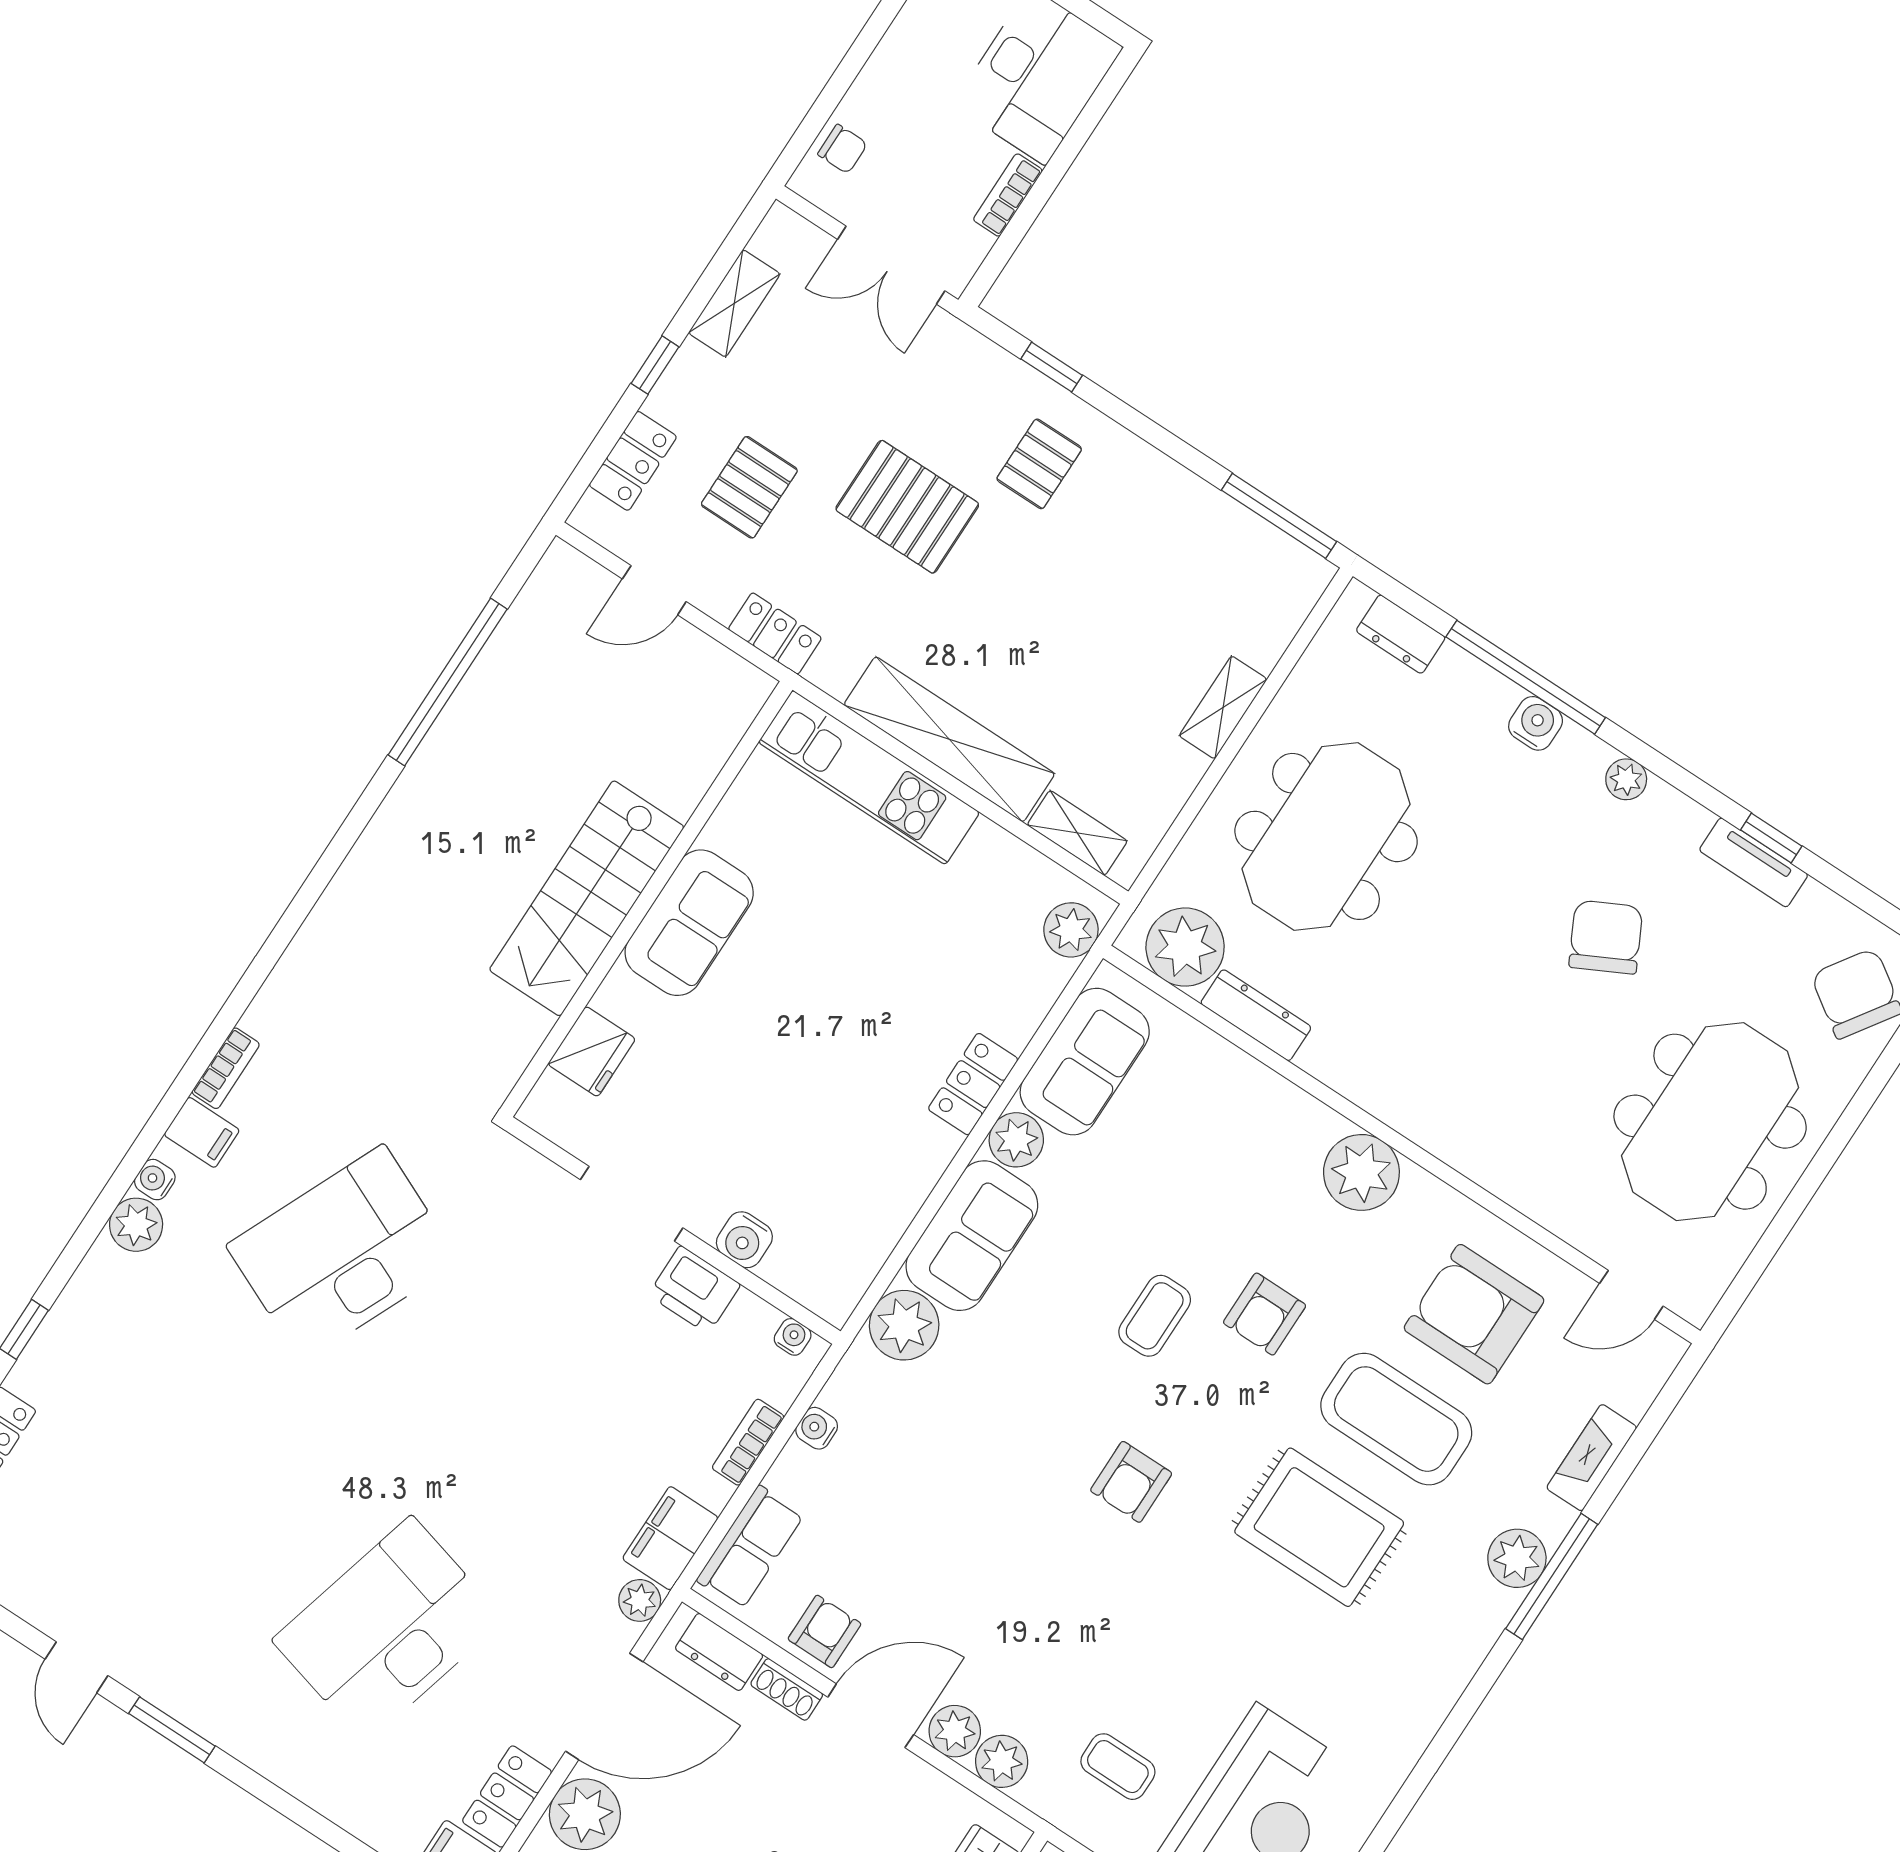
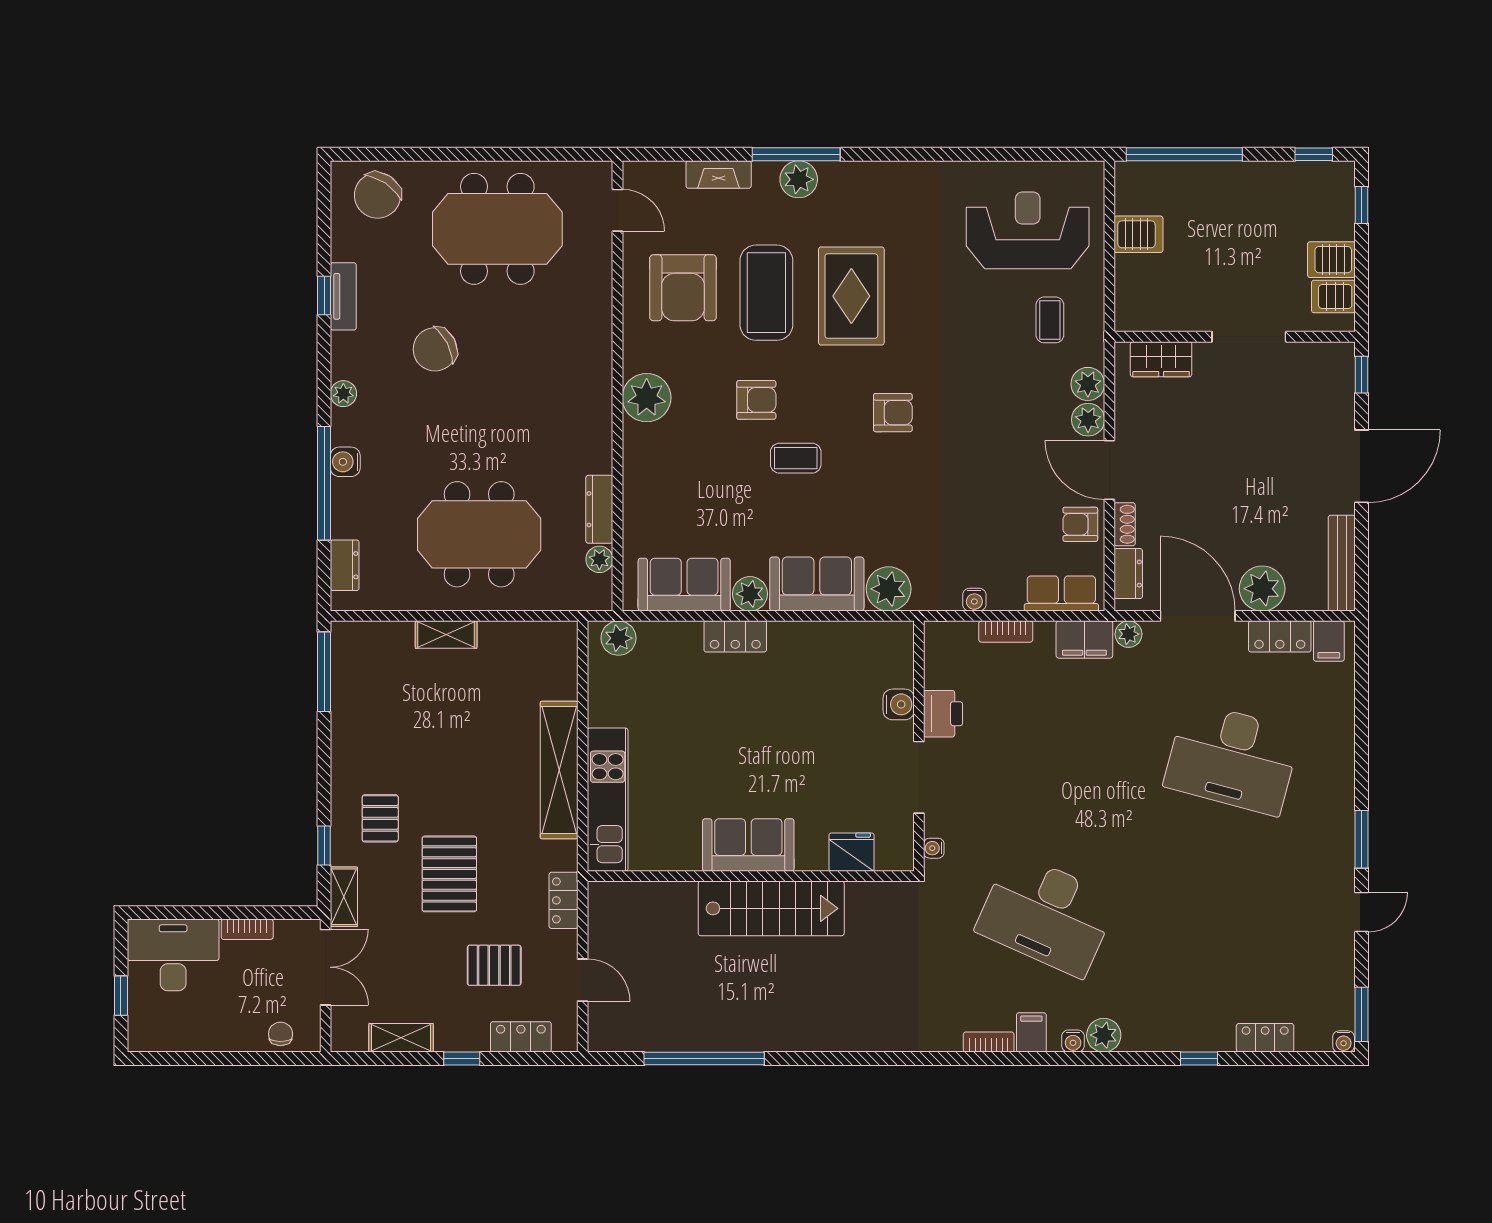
pallet: (1039, 464) -> (380, 818), turned 90
shelving: (1077, 833) -> (344, 897), moved
plant: (1185, 947) -> (599, 559), width x0.53, depth x0.53
water cooler: (793, 1337) -> (934, 848), moved

